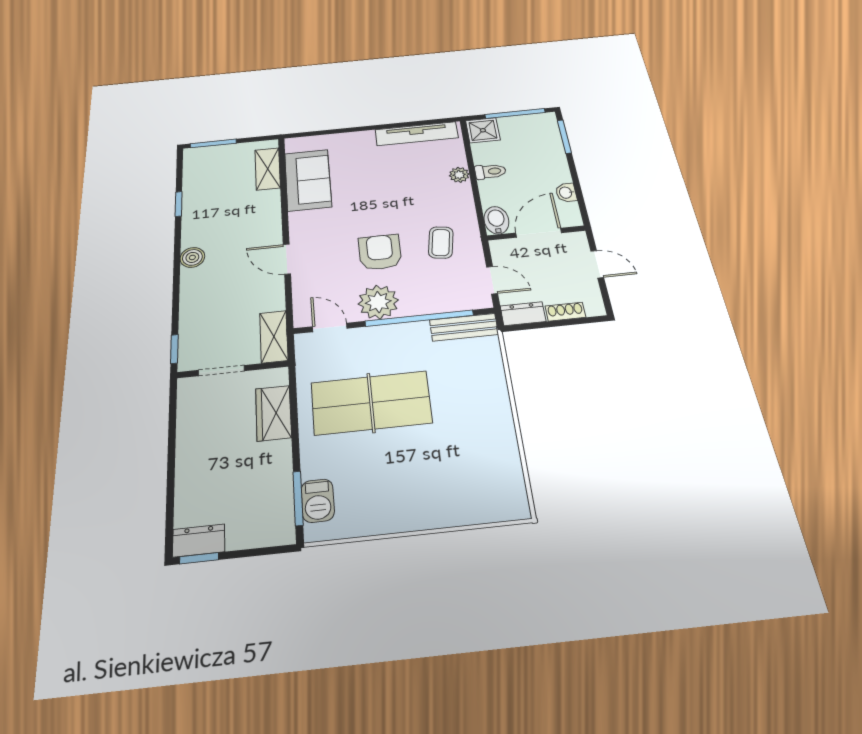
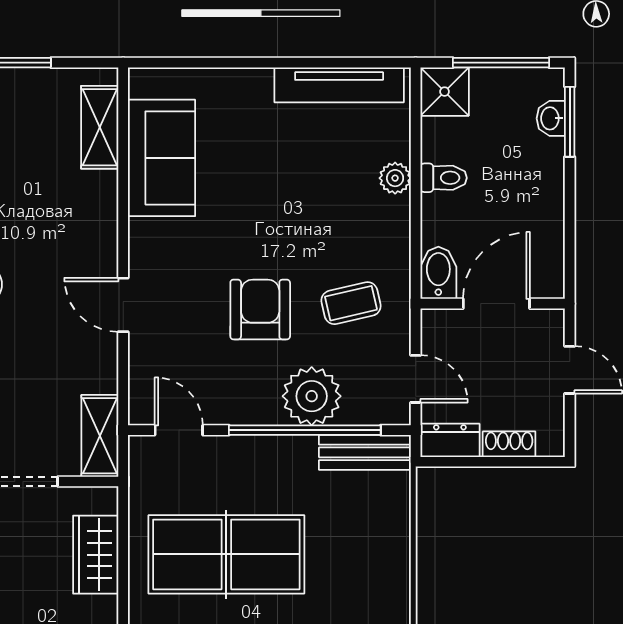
washbasin: (566, 193) -> (551, 118), moved
coffee table: (441, 242) -> (351, 303), turned 68
plant: (378, 302) -> (312, 396), moved

